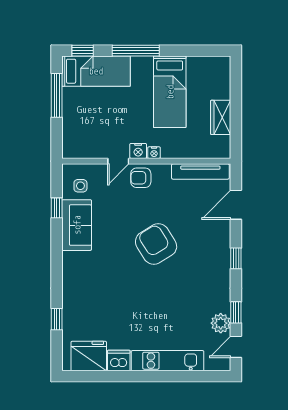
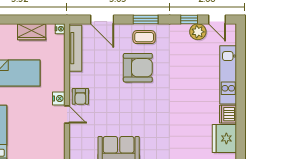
nightstand: (154, 153) -> (60, 29), moved
side table: (80, 186) -> (87, 145), removed
armchair: (156, 244) -> (138, 68), moved, turned -148
coffee table: (214, 257) -> (144, 37), added
window: (236, 258) -> (146, 19), width x1.50

